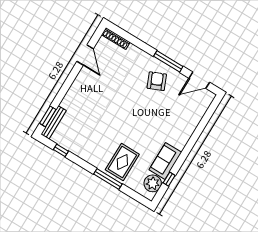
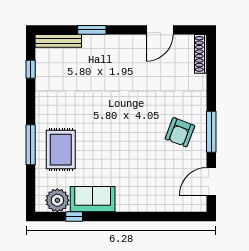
door: (199, 80) -> (211, 181), hinge flipped
armchair: (157, 81) -> (180, 132), turned 134
window: (48, 116) -> (92, 30), moved
rug: (122, 162) -> (61, 150), turned 90

